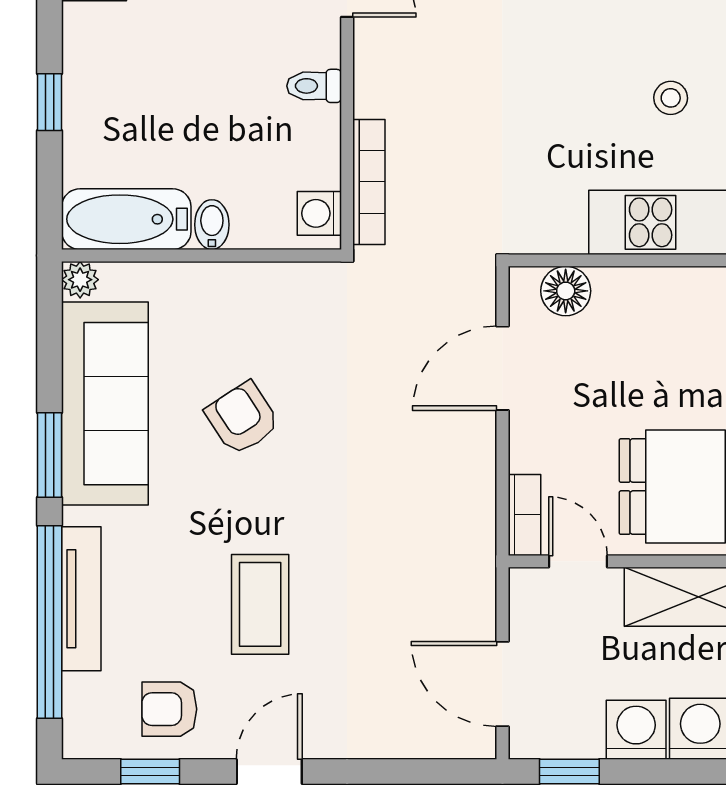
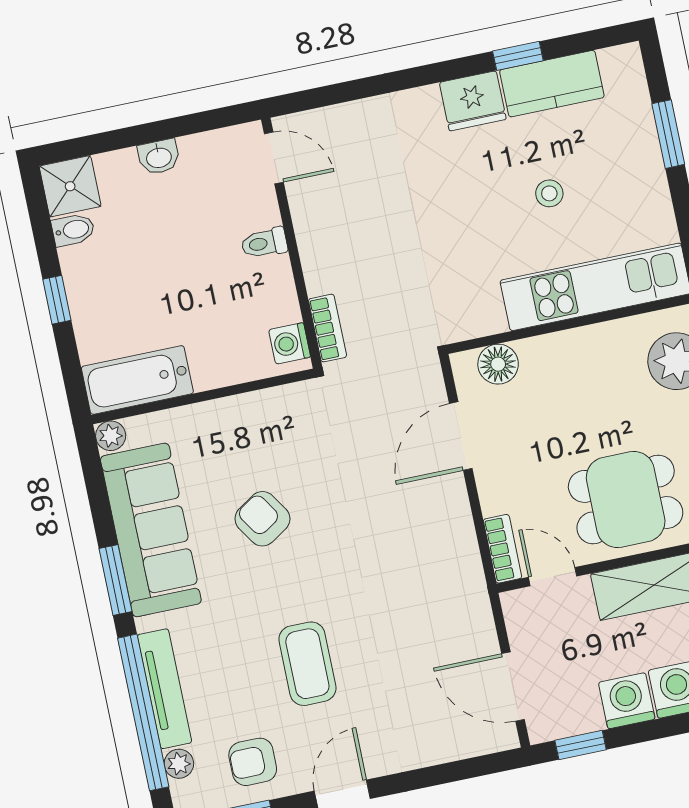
bookcase: (369, 182) -> (328, 328), width x0.64
bidet: (212, 225) -> (73, 230), moved, turned 90
plant: (80, 693) -> (179, 764), added

